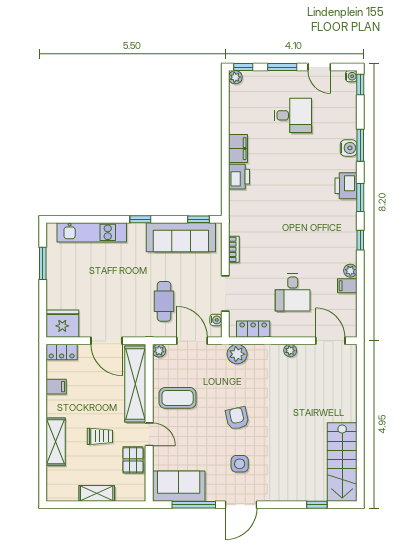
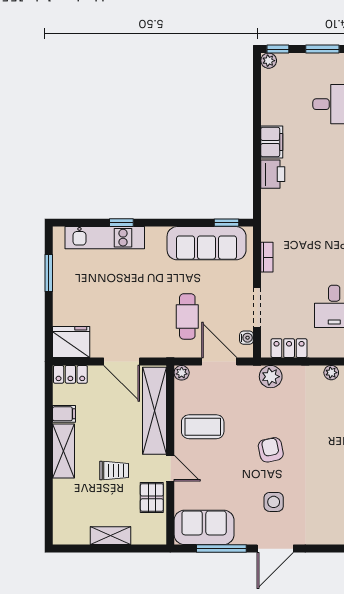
window: (140, 219) -> (121, 223), moved
shelving: (56, 442) -> (63, 451), moved

